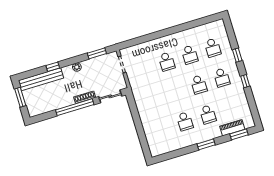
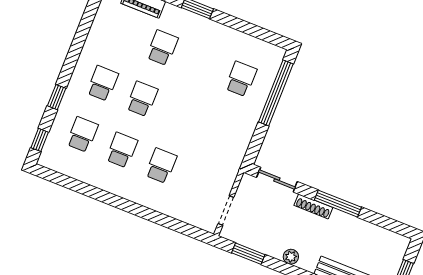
window: (245, 81) -> (40, 140), moved
window: (75, 107) -> (338, 204), width x0.68
school desk: (185, 121) -> (241, 79), moved
window: (141, 134) -> (276, 93), added

